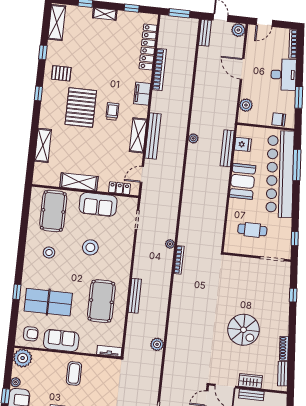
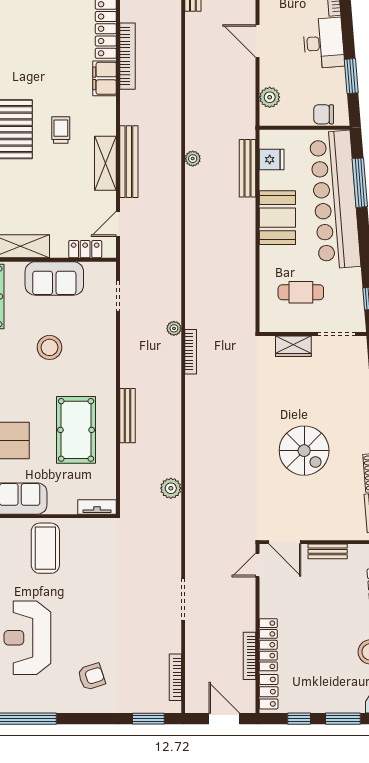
filing cabinet: (142, 94) -> (105, 78), moved
coffee table: (74, 373) -> (45, 548), width x1.36, depth x1.32
wardrobe: (250, 381) -> (293, 346), moved, turned 180

